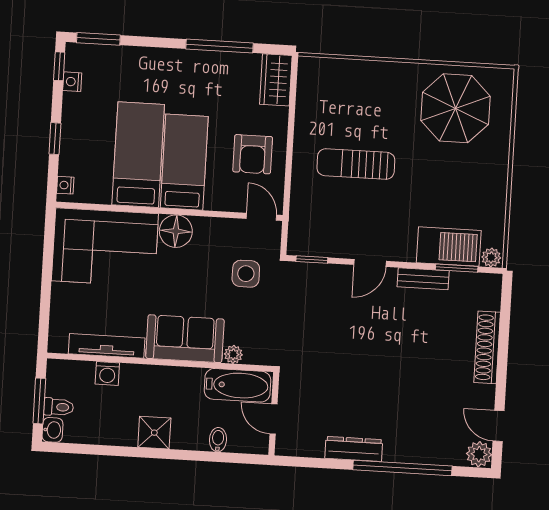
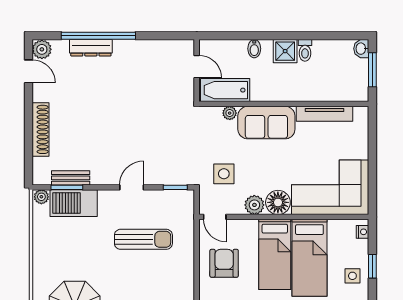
side table: (82, 127) -> (352, 276), added
sun lounger: (356, 164) -> (143, 239), moved
plant: (207, 230) -> (254, 205), added
bench: (423, 279) -> (71, 178), moved
washing machine: (107, 374) -> (323, 93), removed
toilet: (59, 407) -> (305, 50), moved, turned -90
bidet: (218, 440) -> (254, 49), moved
dresser: (354, 449) -> (91, 48), moved

